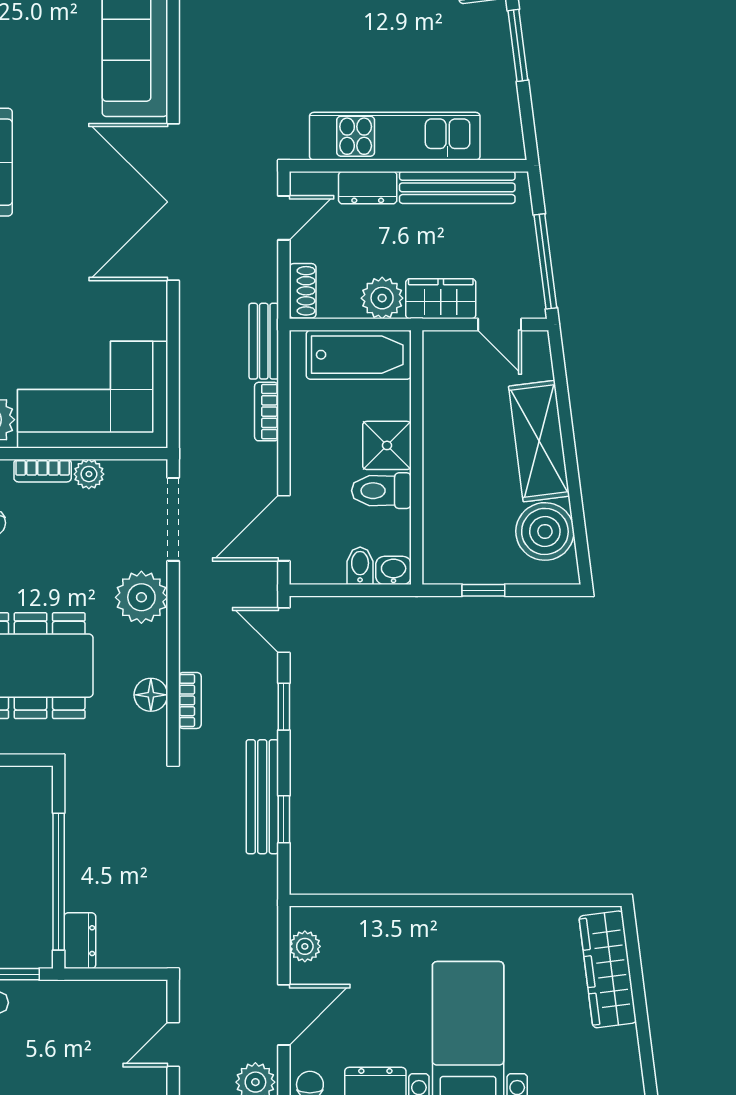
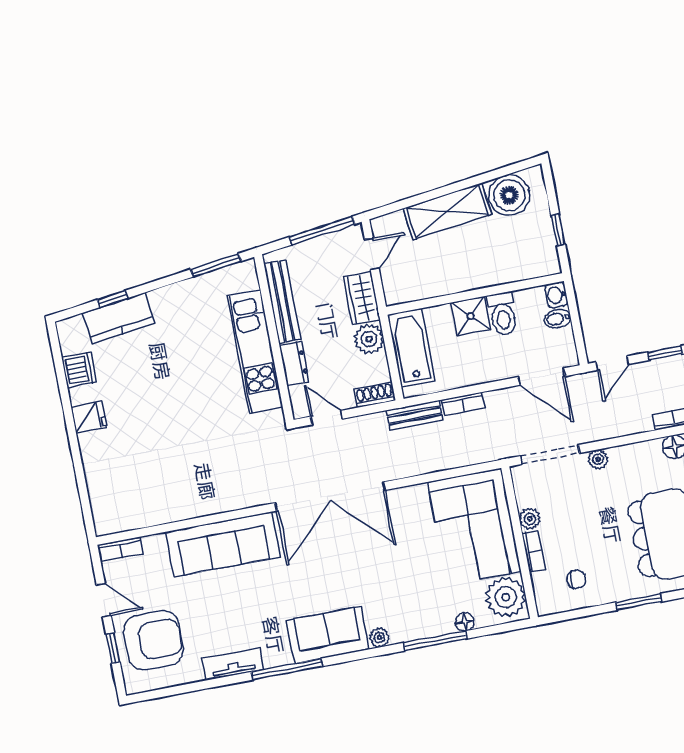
window: (518, 45) -> (216, 265), moved
plant: (141, 597) -> (598, 459), width x0.53, depth x0.53

